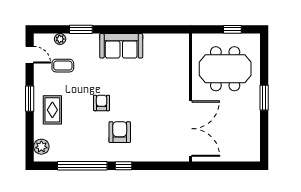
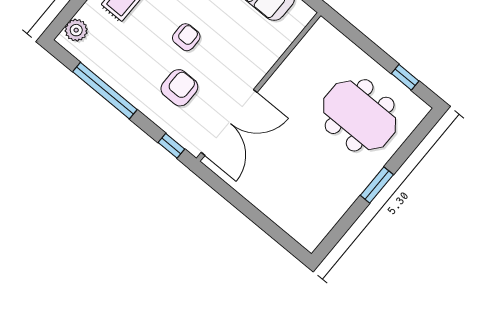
wall: (190, 98) -> (259, 87), moved
double door: (190, 129) -> (229, 122), moved
window: (124, 166) -> (171, 146), moved

